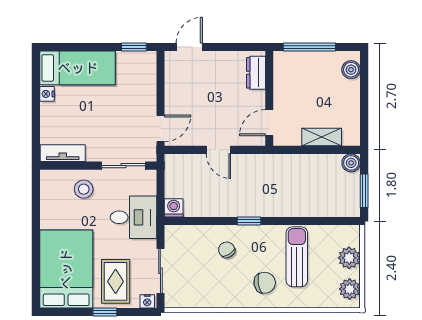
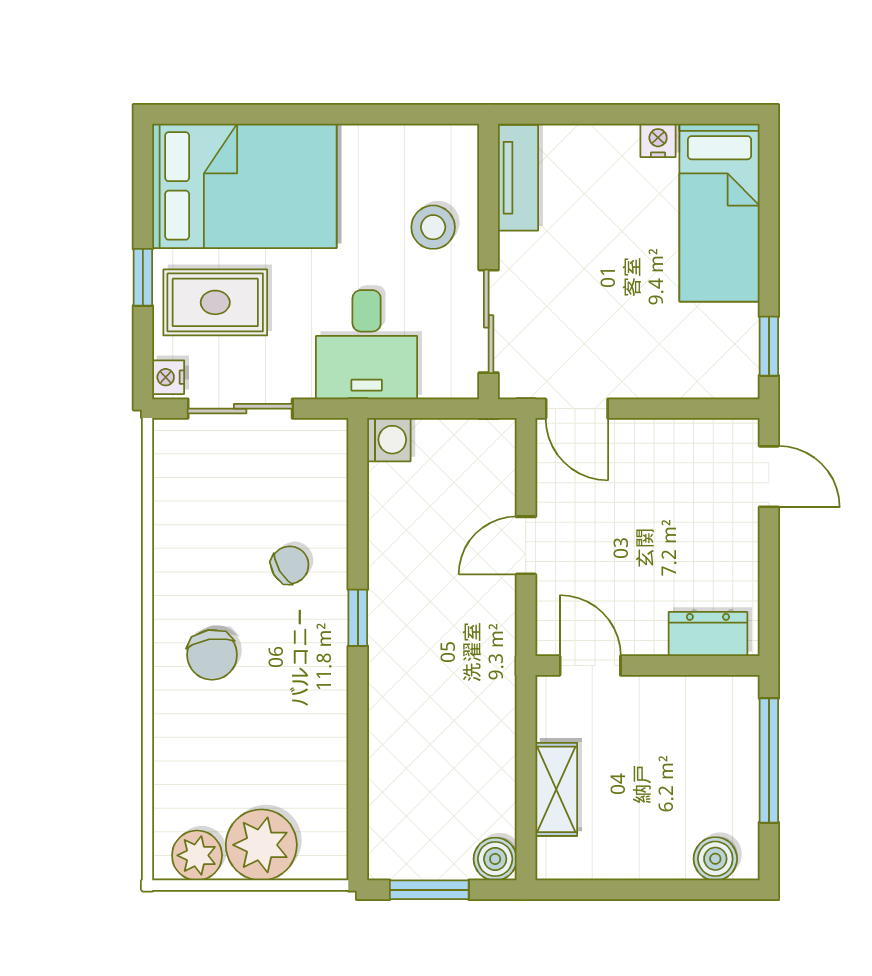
sun lounger: (297, 257) -> (273, 731), removed
plant: (349, 258) -> (261, 845), width x1.36, depth x1.36

